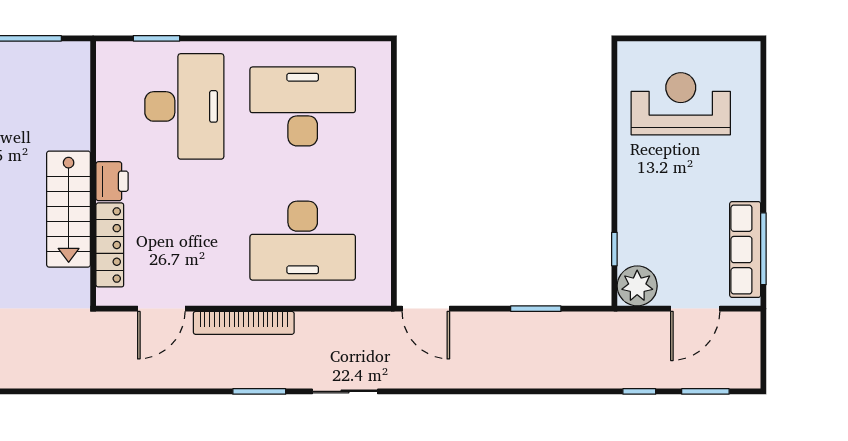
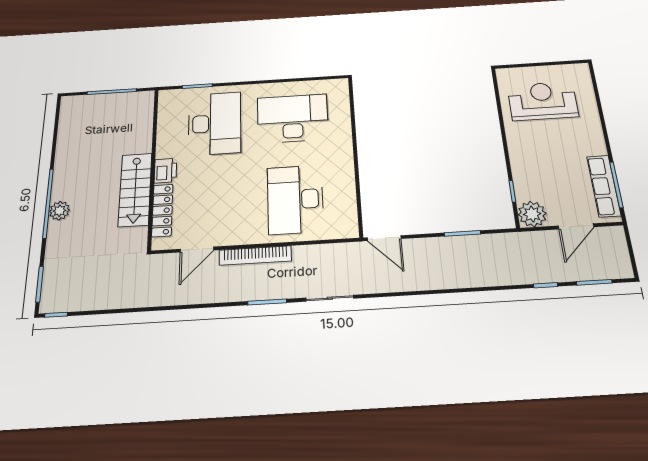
desk: (303, 241) -> (295, 199), turned 90

